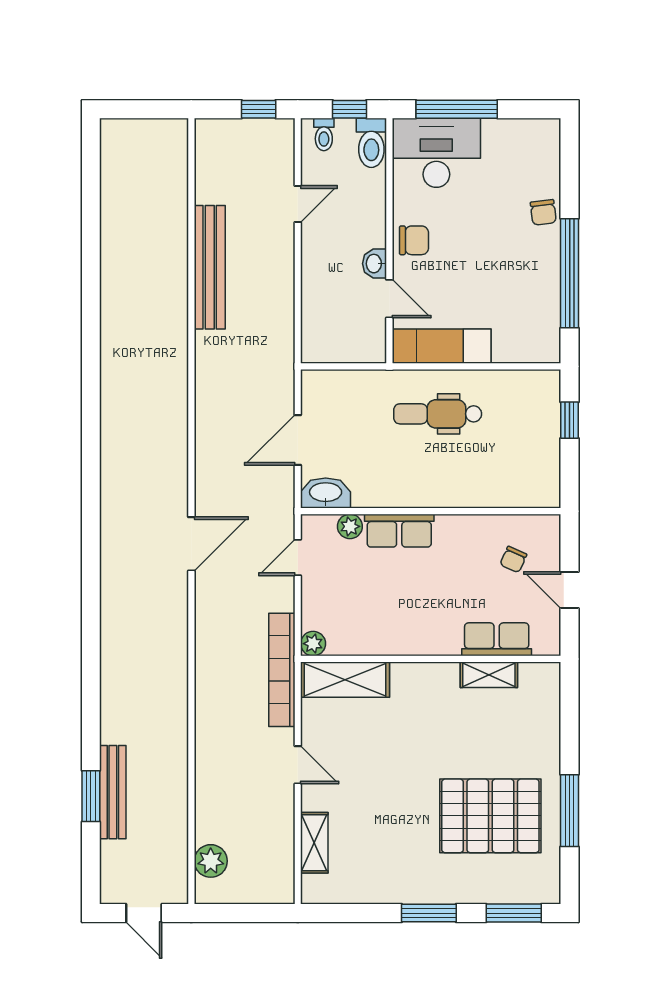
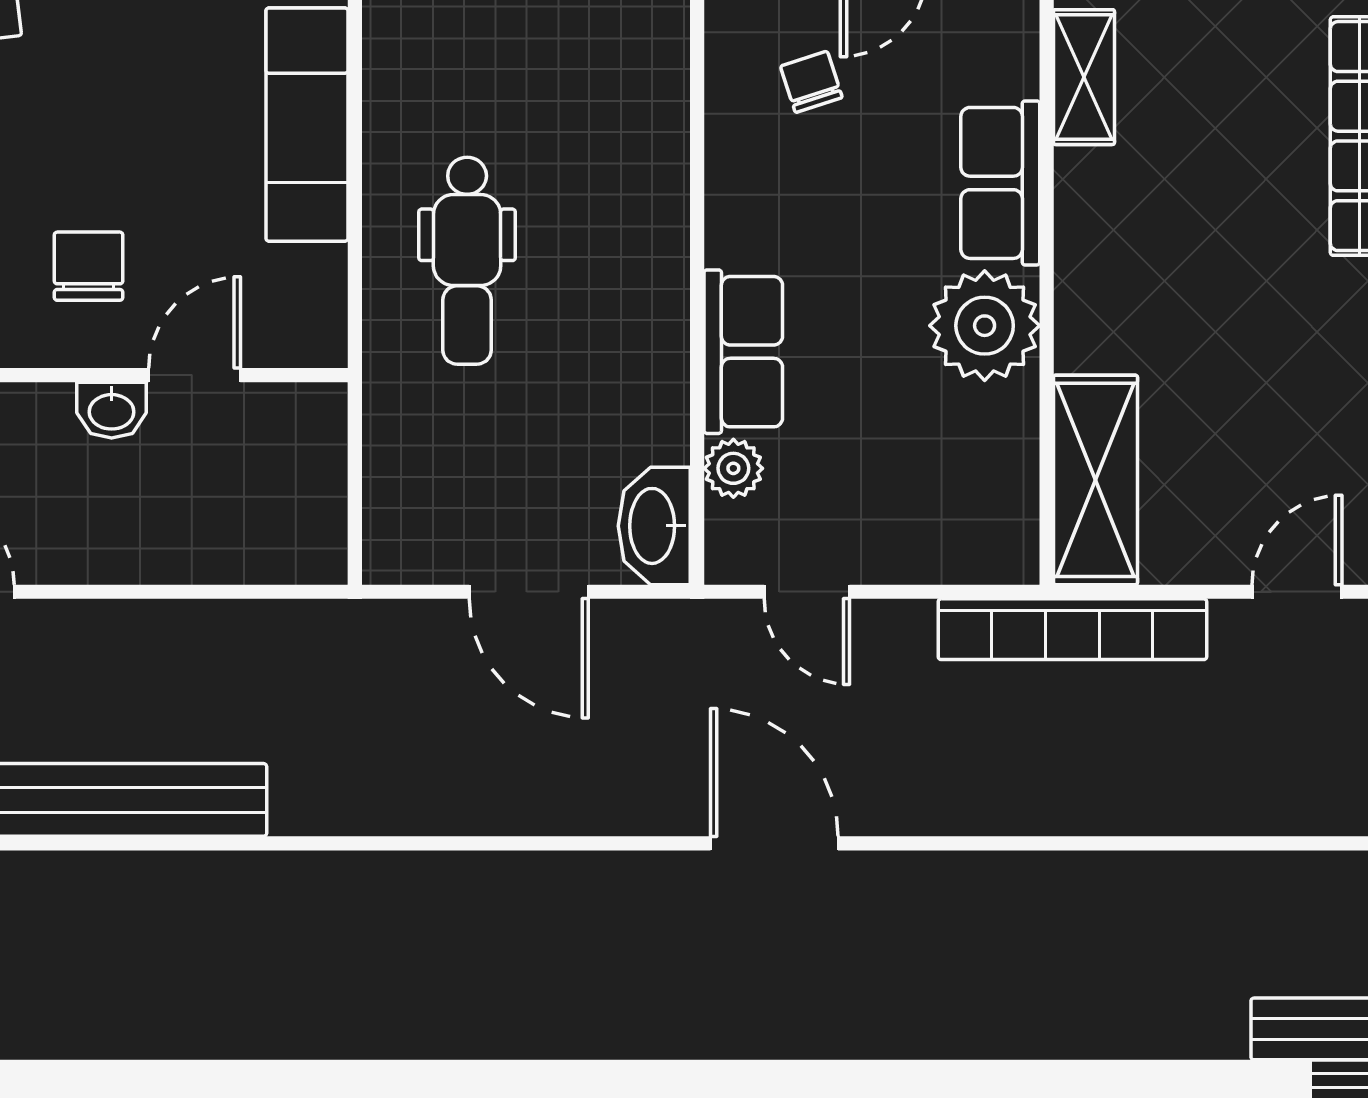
chair: (414, 240) -> (89, 266), moved
exam couch: (442, 346) -> (307, 125), moved
chair: (513, 559) -> (811, 82), turned -132
row of seats: (497, 639) -> (1000, 183), moved
plant: (313, 644) -> (985, 326), moved, width x1.88, depth x1.88
shelving: (489, 675) -> (1084, 77), moved

